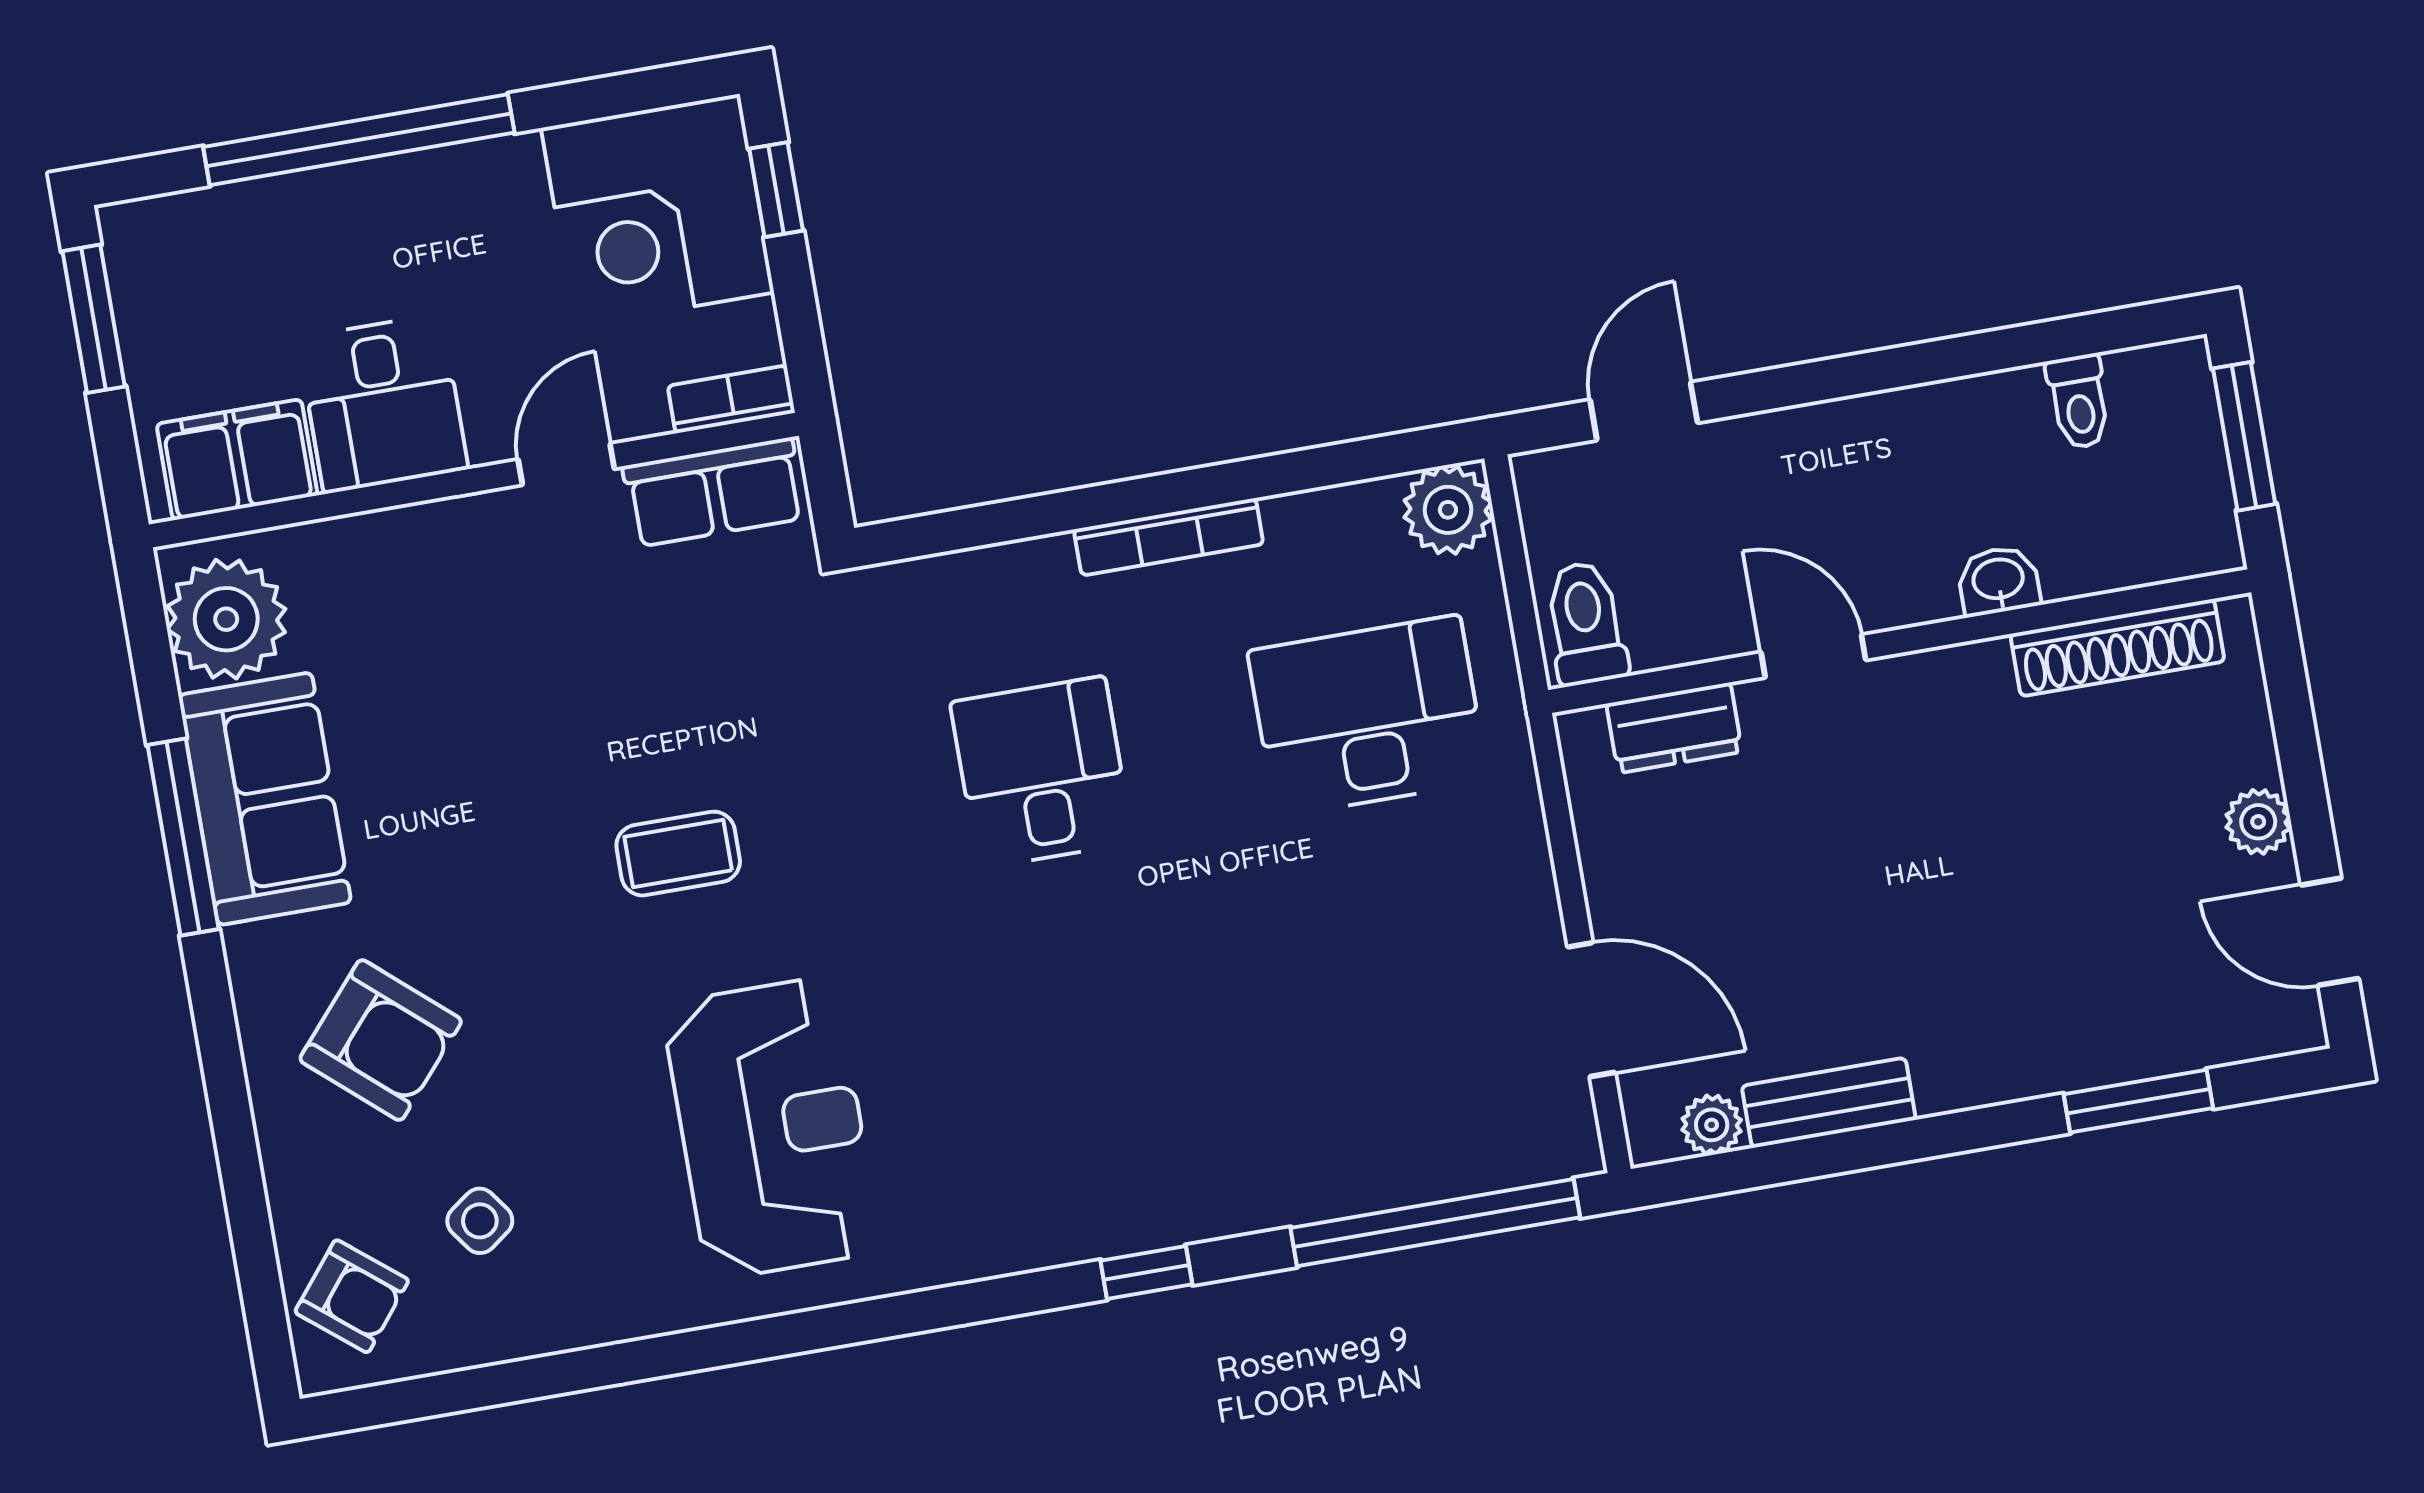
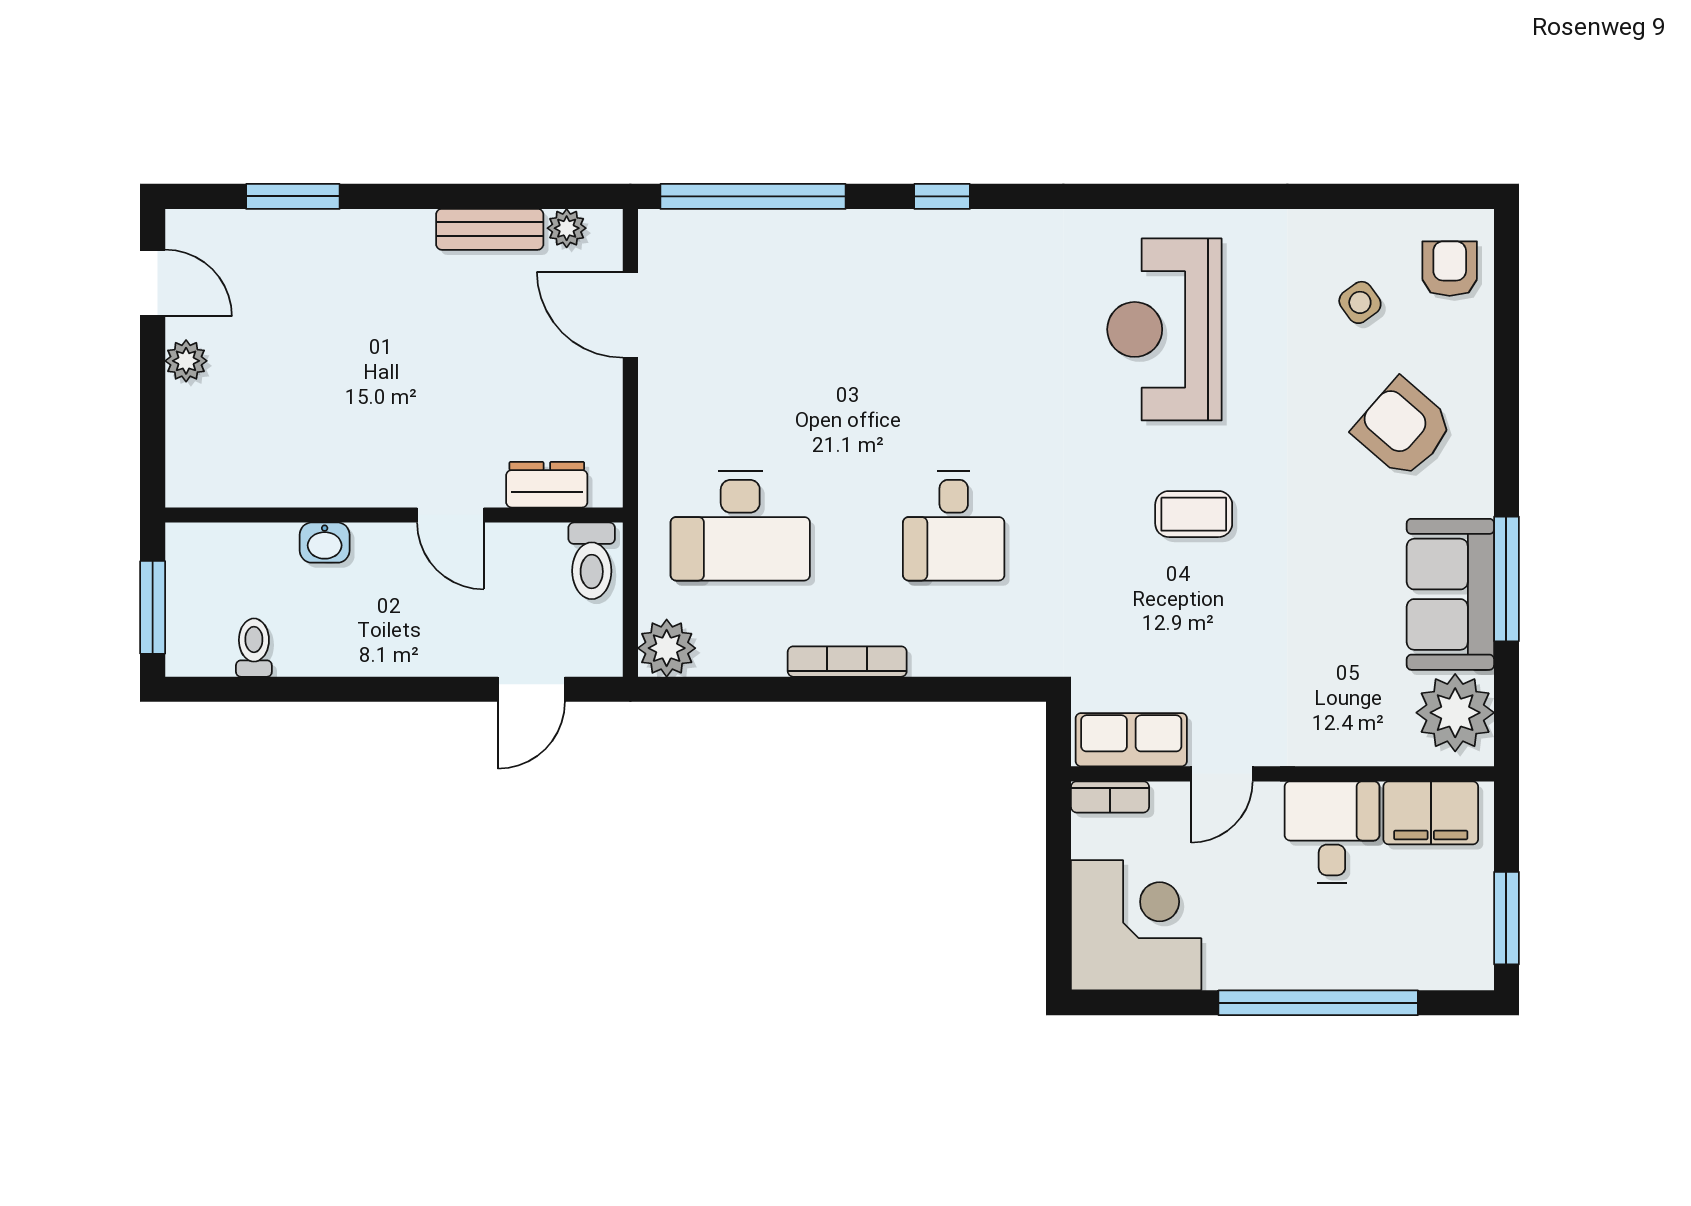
window: (776, 190) -> (1059, 925), removed
shoe rack: (2117, 648) -> (256, 487), removed
armchair: (352, 1296) -> (1450, 269), turned 51

